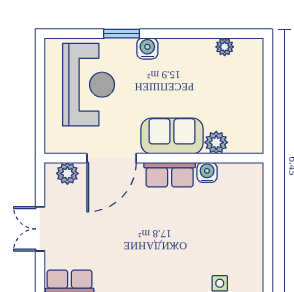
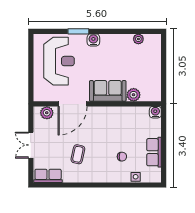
water cooler: (207, 172) -> (155, 112), moved
row of seats: (170, 175) -> (154, 152), moved, turned 90
coffee table: (121, 245) -> (78, 154), added
chair: (196, 249) -> (122, 157), added

